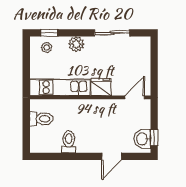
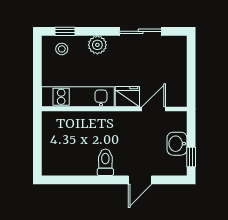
door: (135, 97) -> (154, 109), moved
toilet: (41, 119) -> (55, 135), removed
washbasin: (142, 139) -> (177, 144), moved
toilet: (69, 142) -> (105, 162), moved

